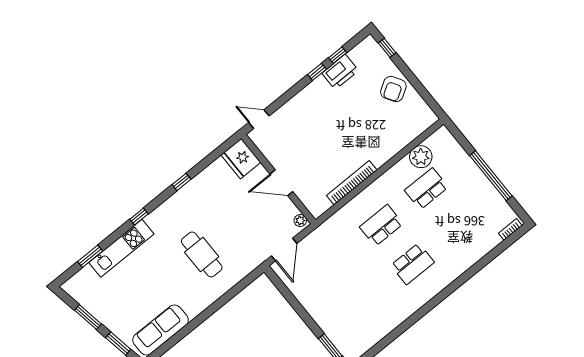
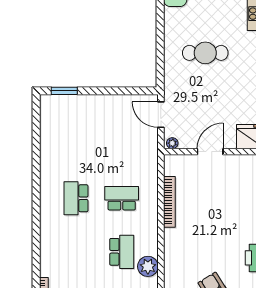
school desk: (381, 225) -> (122, 198), turned -90

